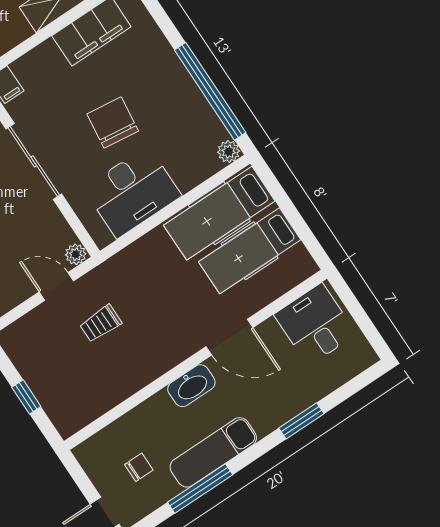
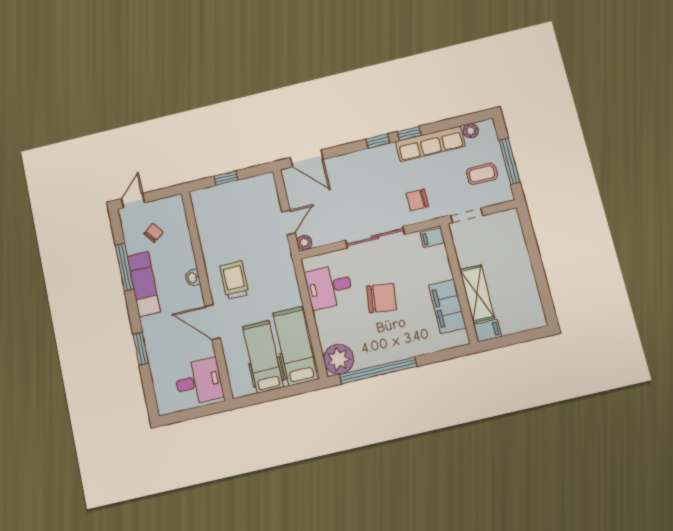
plant: (229, 152) -> (339, 359), width x1.88, depth x1.88
desk: (132, 192) -> (329, 287), width x0.73
trolley: (101, 323) -> (234, 280), moved, width x1.36, depth x1.39
door: (229, 337) -> (213, 322), hinge flipped
washbasin: (191, 386) -> (193, 278), width x0.52, depth x0.69
chair: (139, 467) -> (153, 233), turned -126

